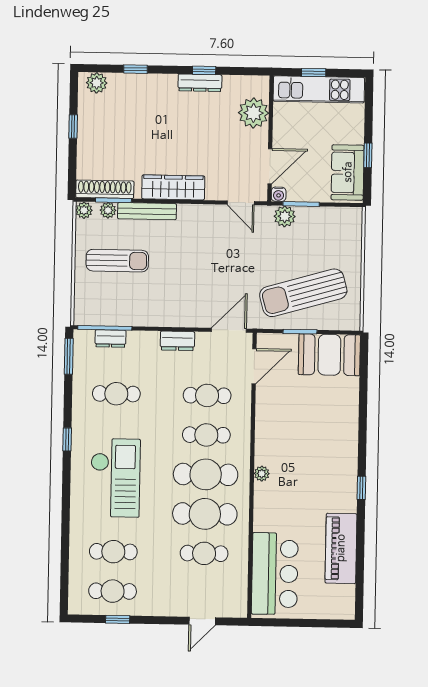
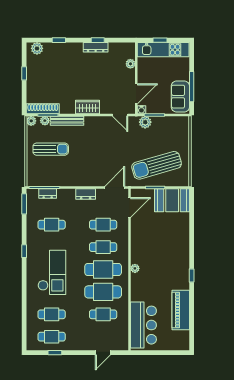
plant: (253, 113) -> (130, 64), width x0.53, depth x0.53
window: (368, 155) -> (192, 87), width x2.17
wardrobe: (173, 187) -> (88, 107), width x0.67

